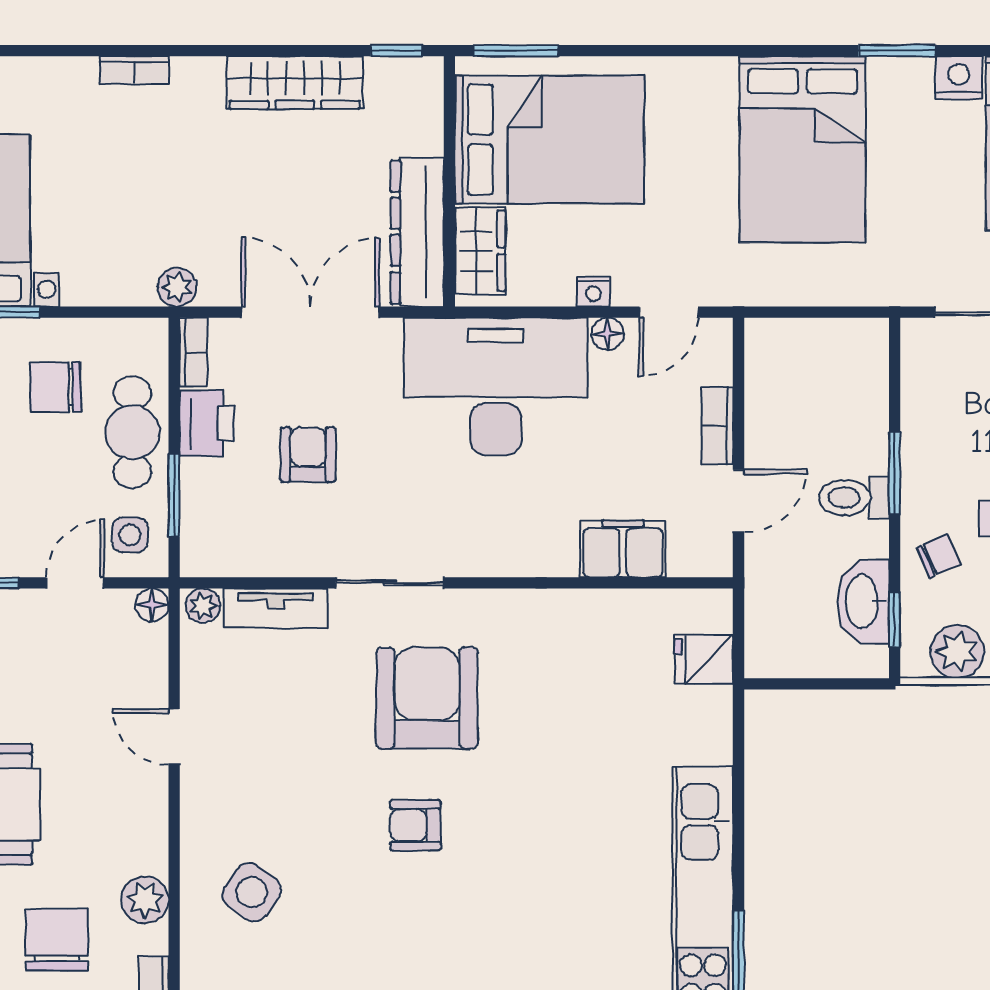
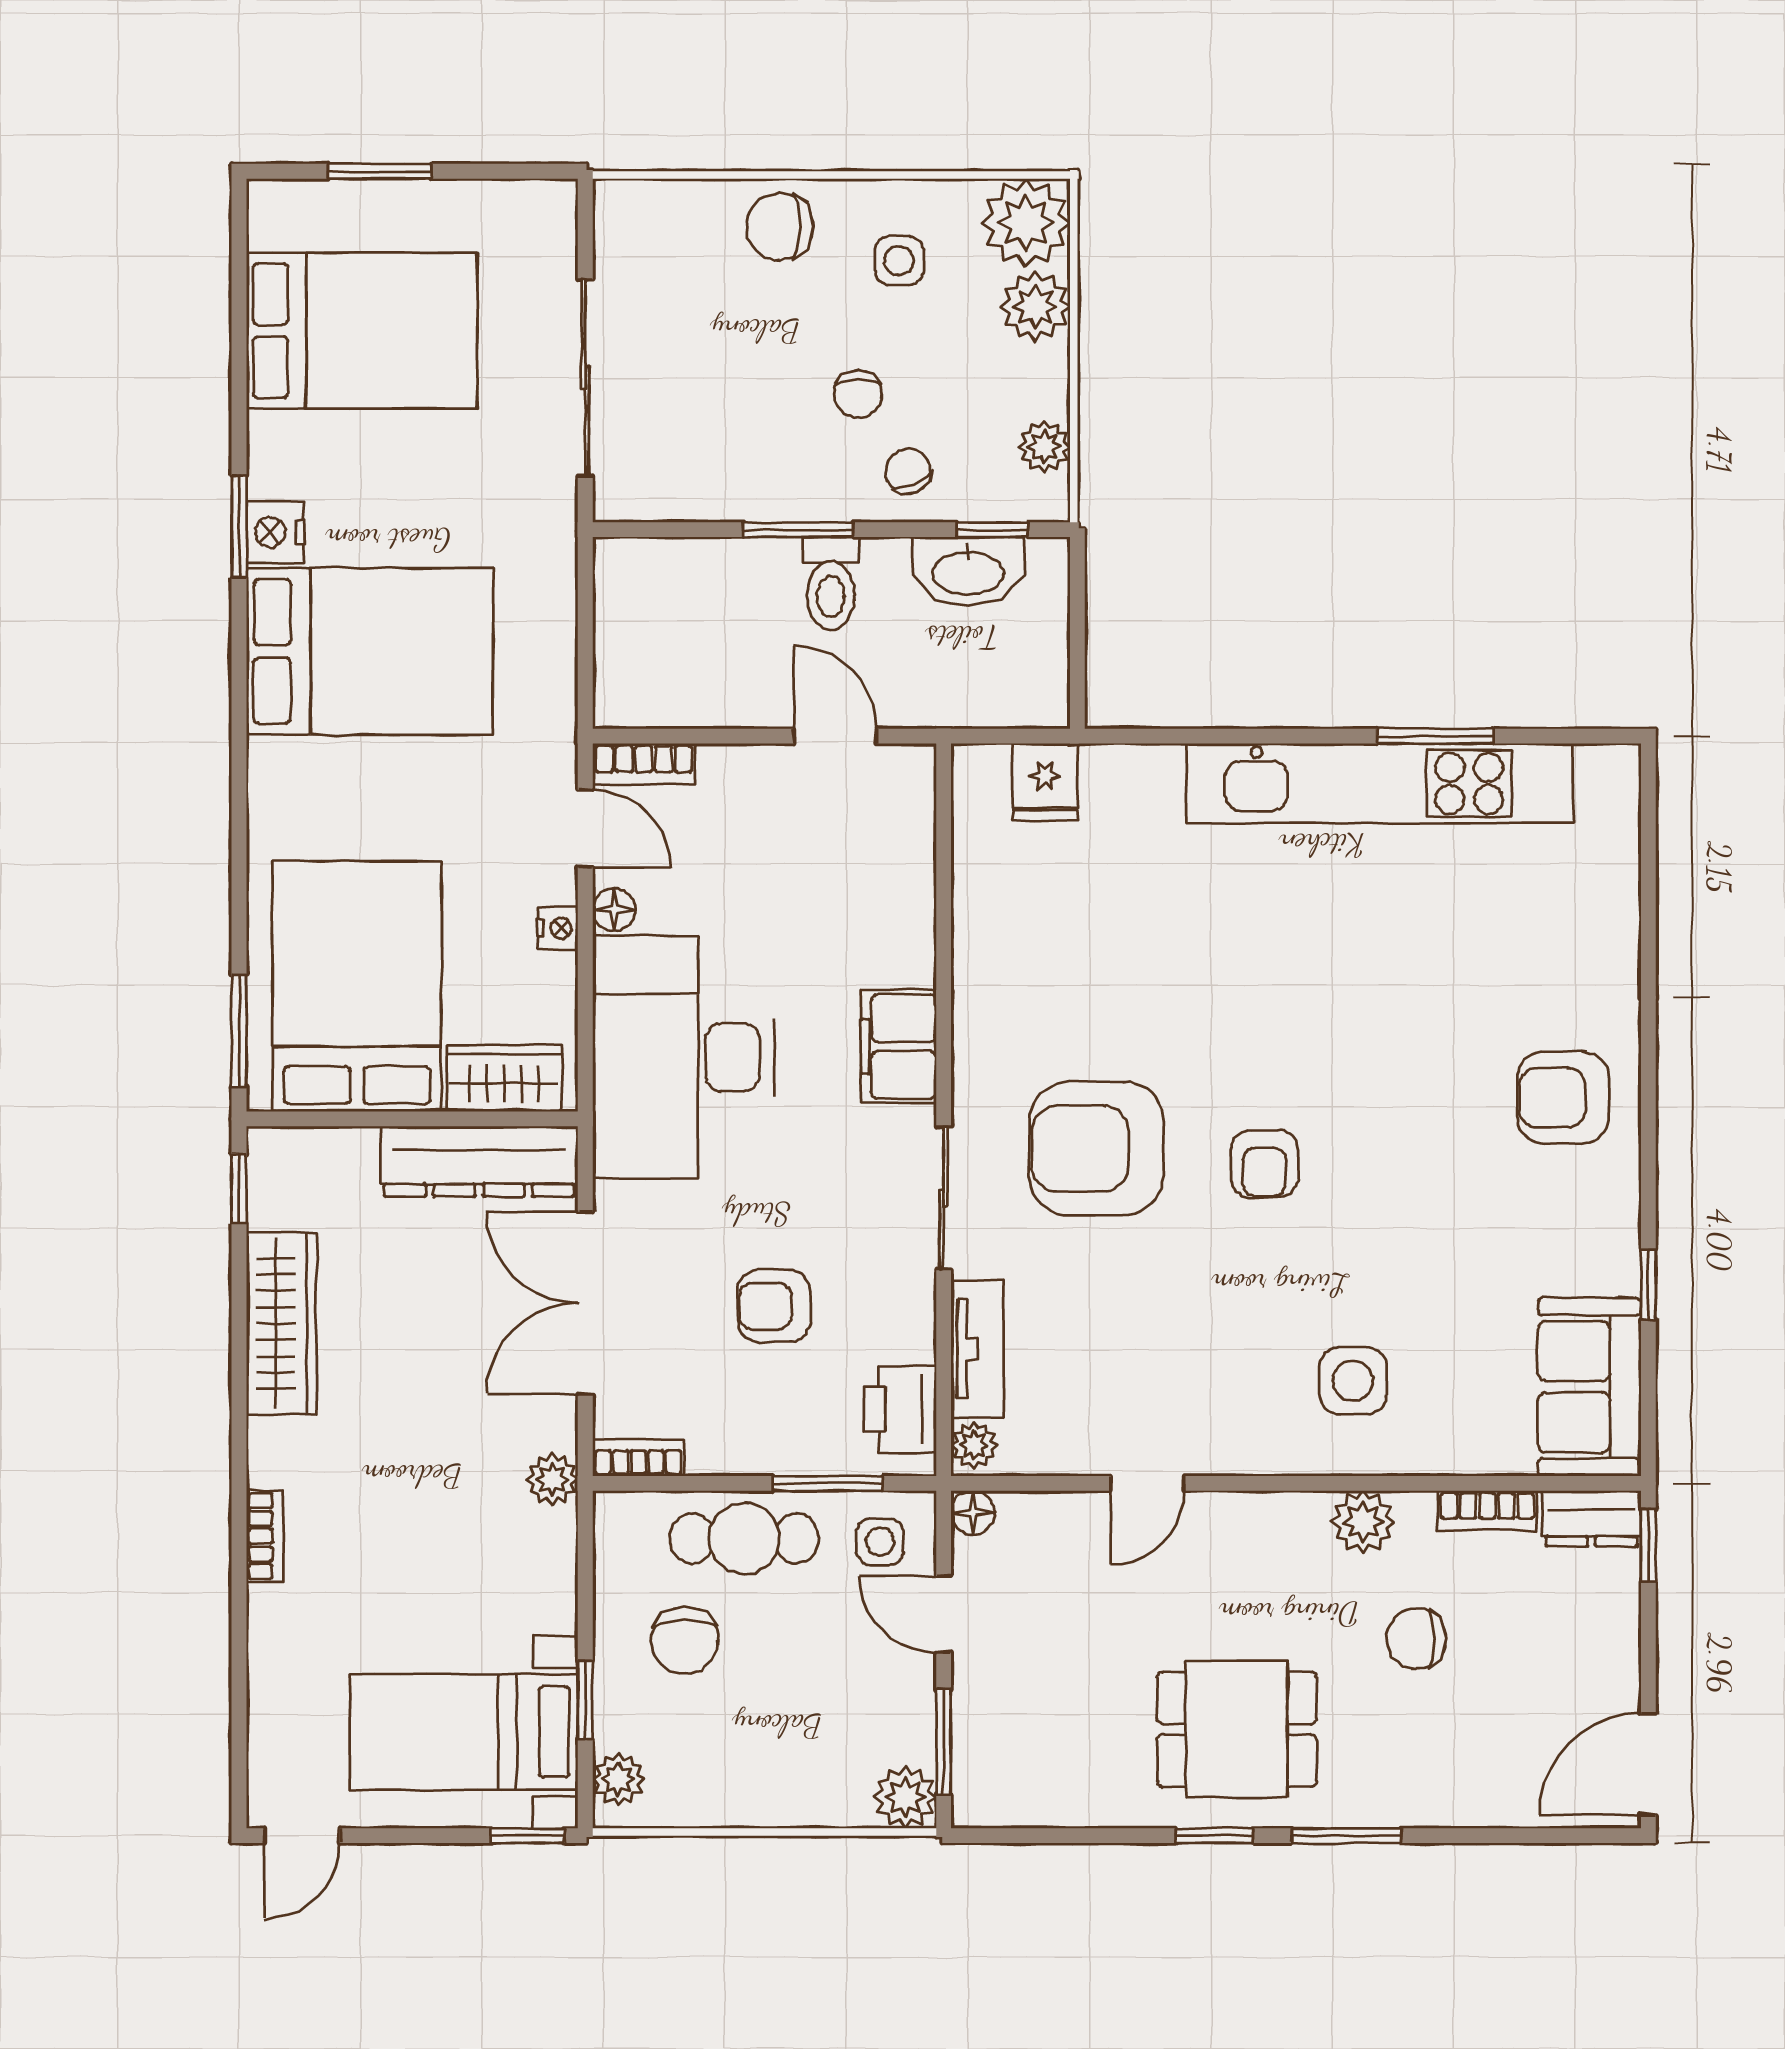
nightstand: (959, 78) -> (275, 532), moved
printer: (207, 423) -> (900, 1409), moved, turned -90
bookcase: (718, 426) -> (644, 764), moved
filing cabinet: (623, 549) -> (899, 1046), moved
plant: (957, 652) -> (1044, 447), width x0.73, depth x0.73
side table: (252, 892) -> (1353, 1381), turned -36
chair: (57, 940) -> (1416, 1639), width x0.73, depth x0.73

